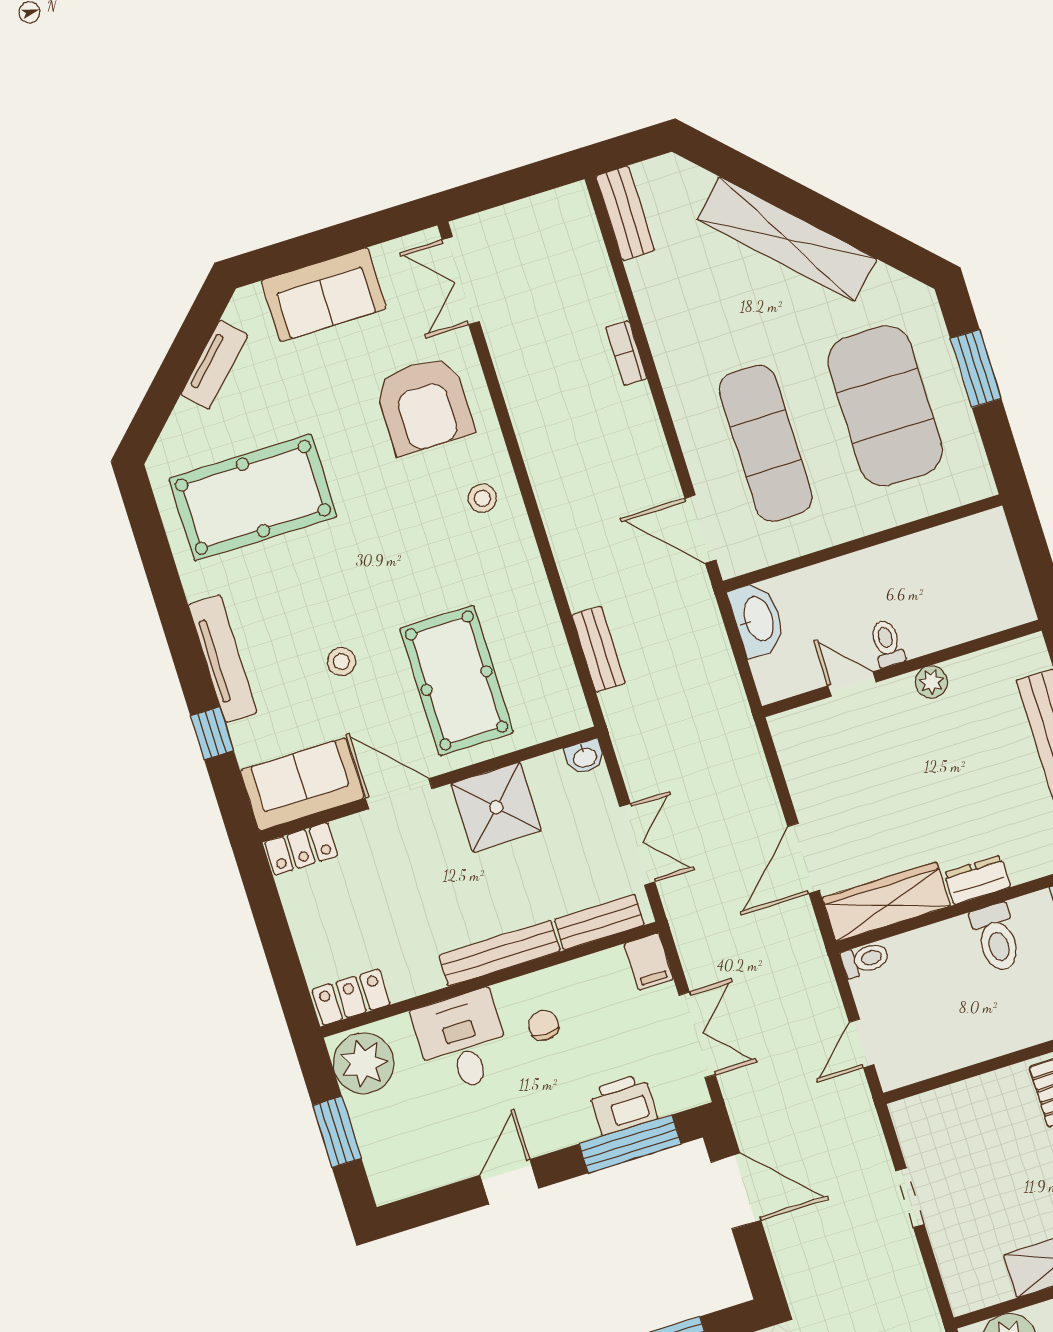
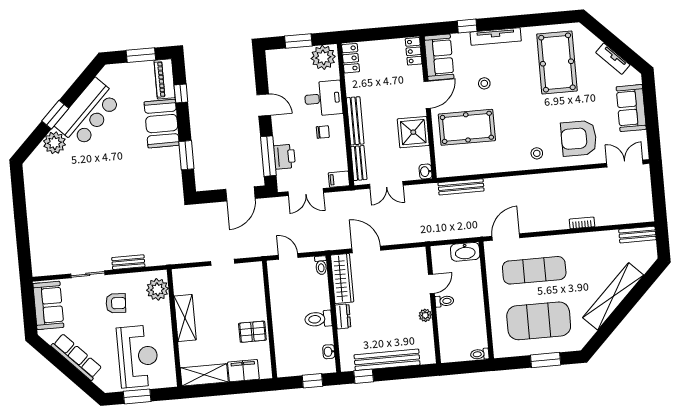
toilet: (996, 530) -> (480, 354), added
bench: (599, 649) -> (461, 187), width x1.36

